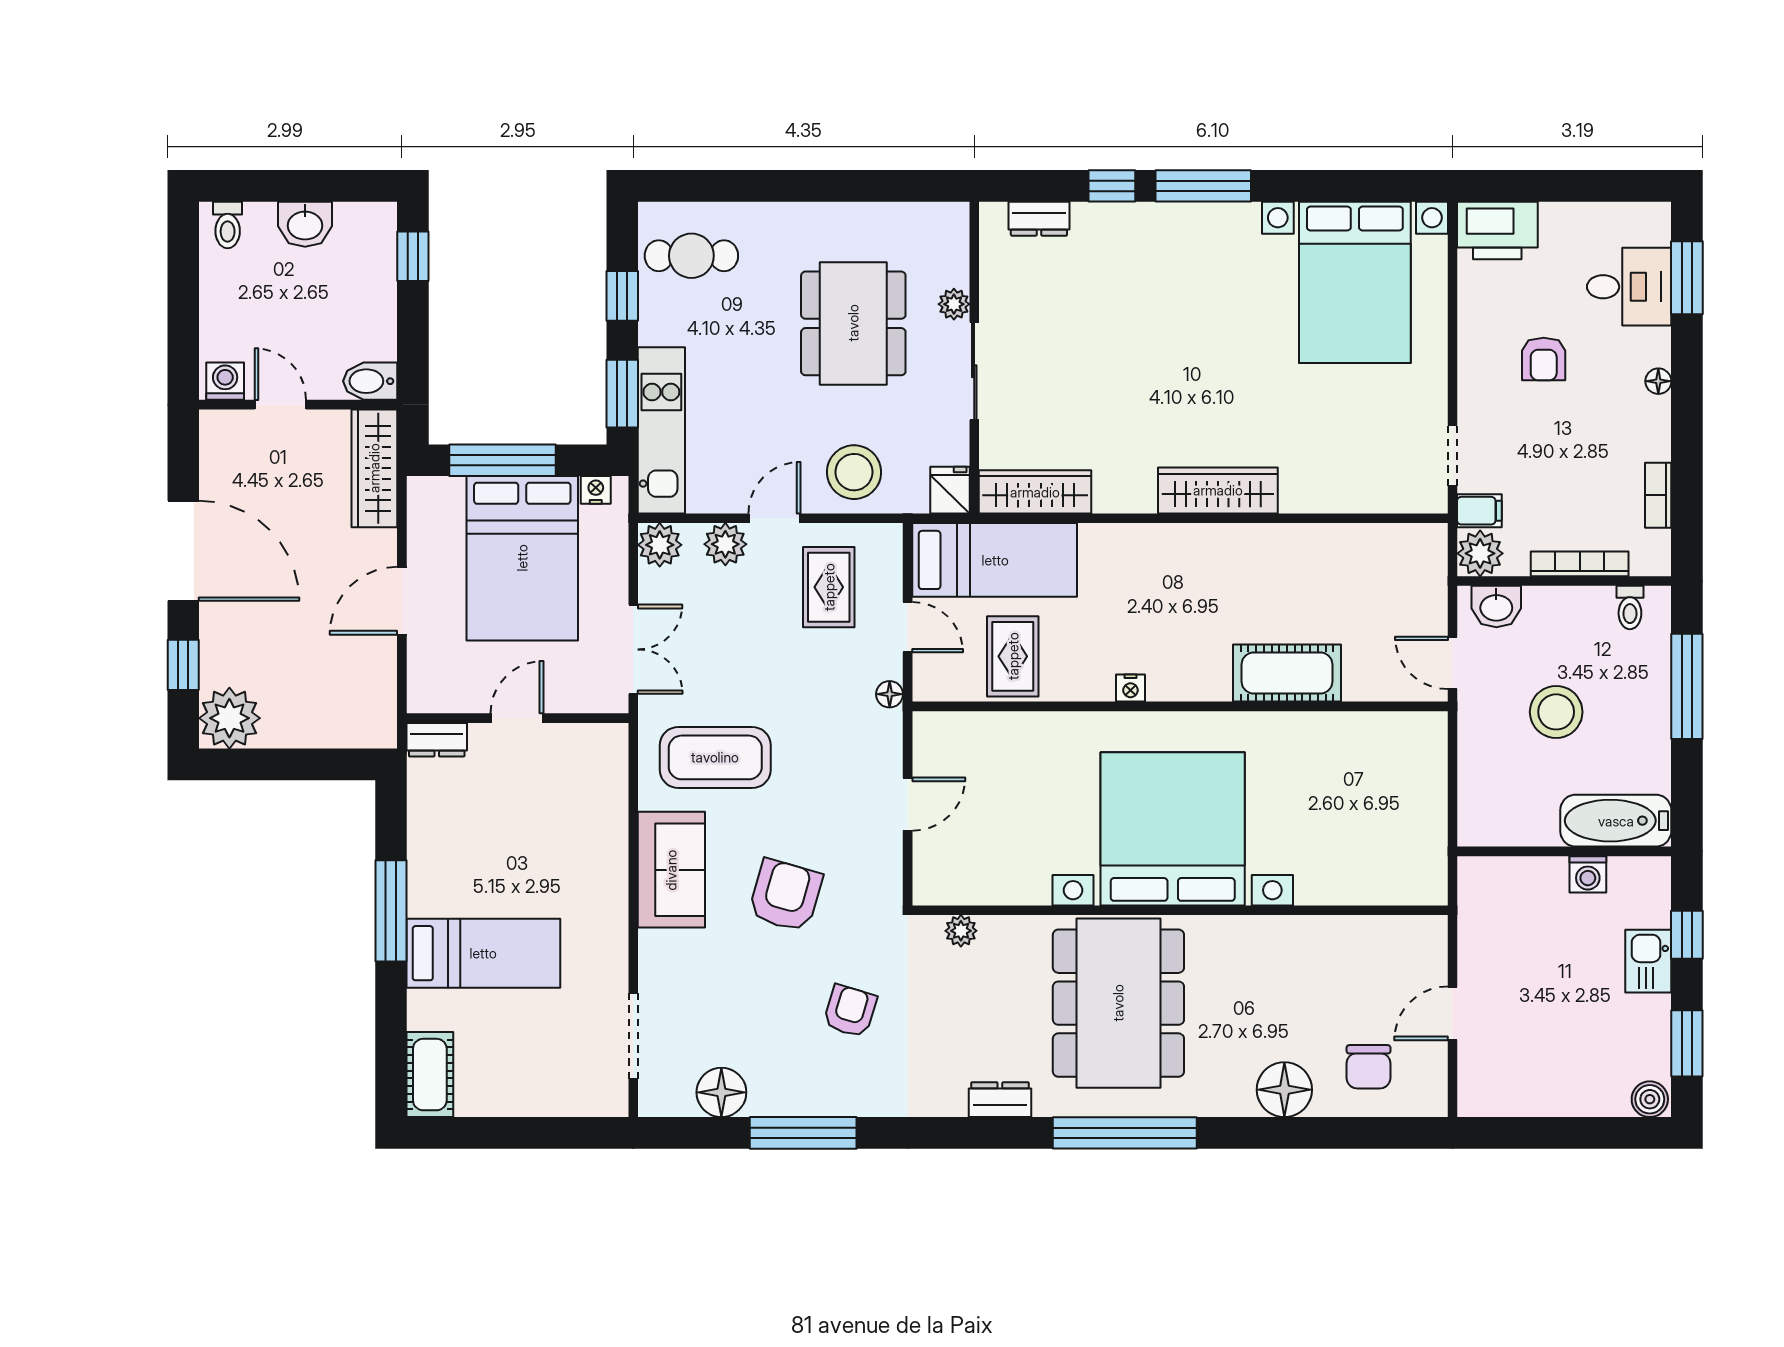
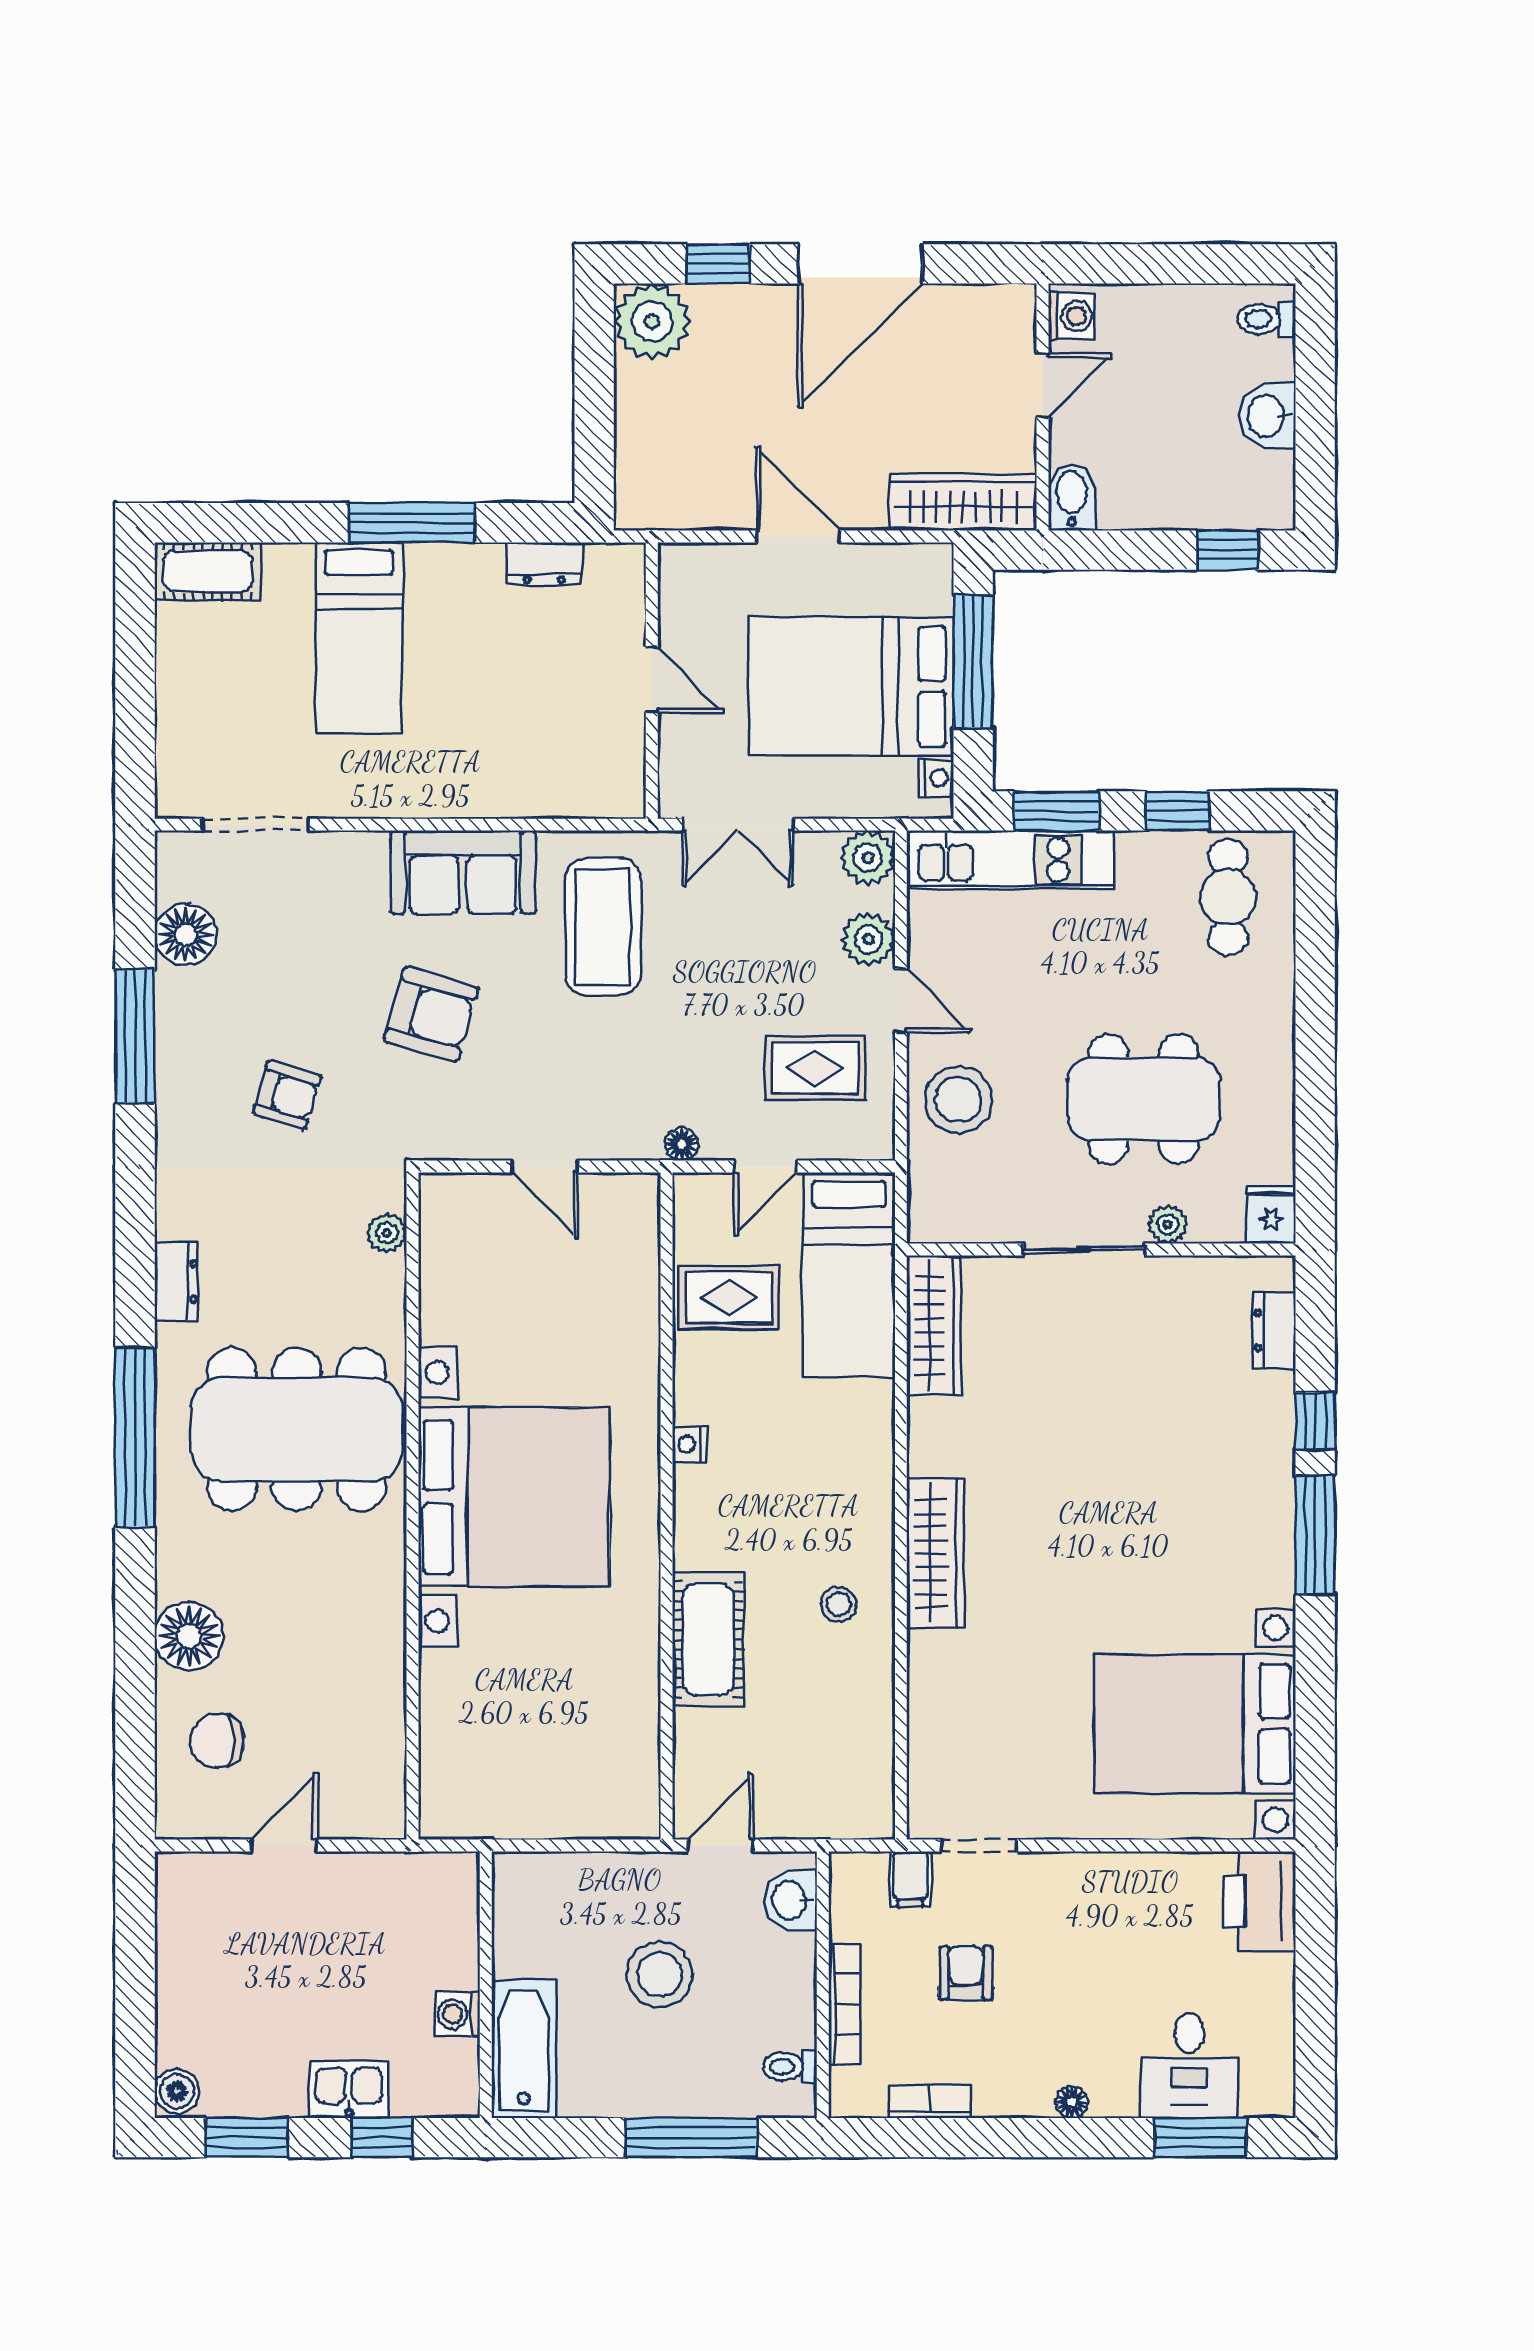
armchair: (1544, 359) -> (966, 1973), moved, turned 90
fridge: (950, 490) -> (1271, 1215), moved, turned -90
plant: (1480, 553) -> (857, 1880), removed
stool: (1259, 568) -> (839, 1604), added
dresser: (437, 740) -> (544, 563), moved, turned -90
door: (1452, 1013) -> (284, 1845), hinge flipped

